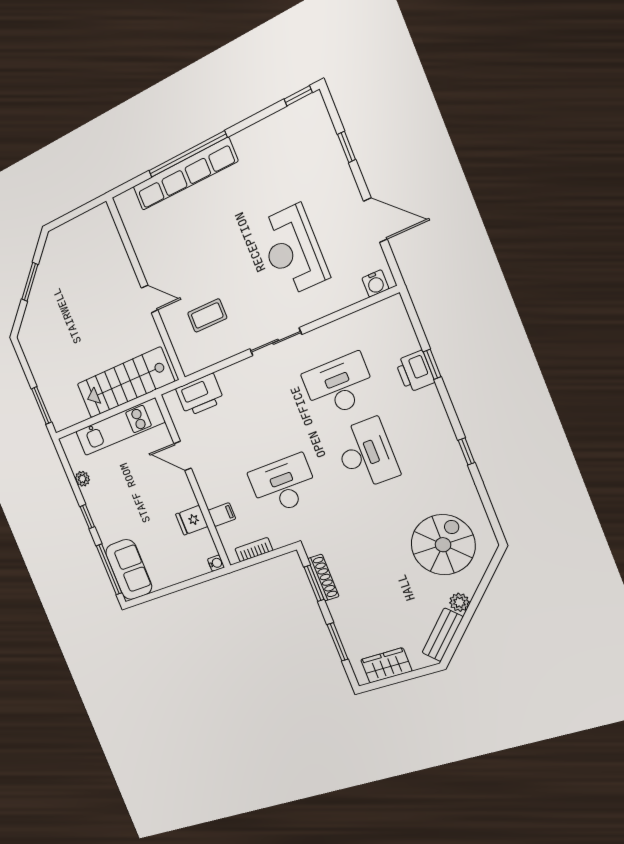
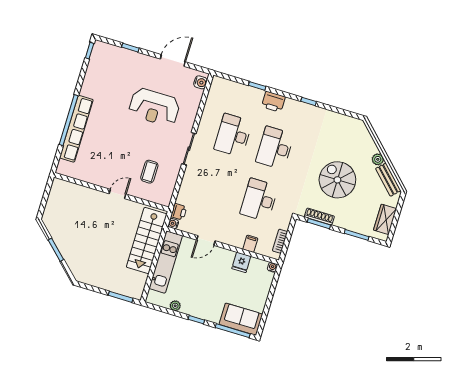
printer: (415, 372) -> (273, 102), moved
printer: (200, 395) -> (179, 212), width x0.53, depth x0.68
water cooler: (170, 399) -> (173, 224), added
desk: (366, 454) -> (275, 148), turned -90
spiral stairs: (443, 545) -> (337, 180), moved

